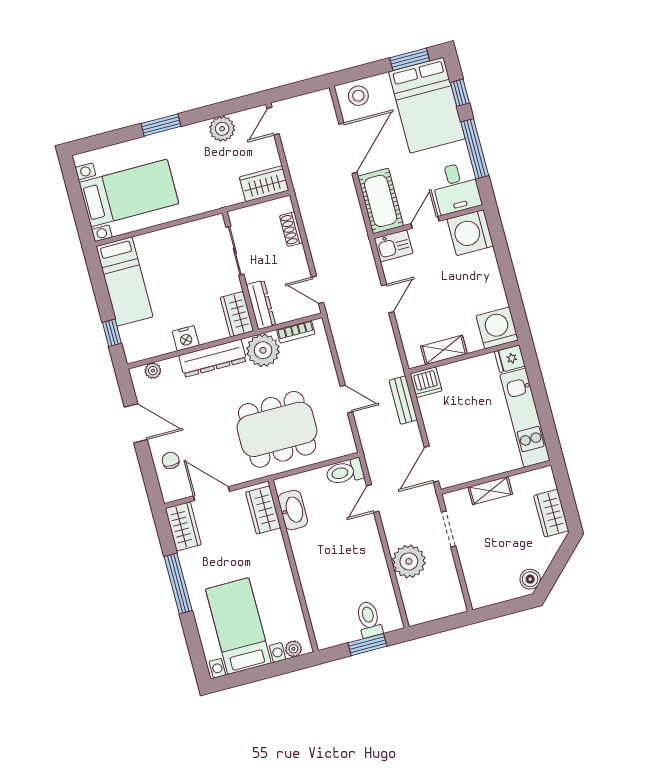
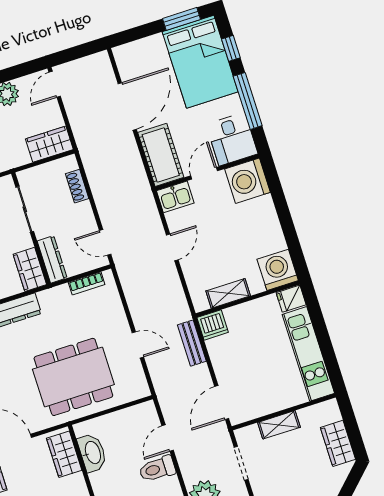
stool: (358, 96) -> (135, 56), removed
plant: (263, 350) -> (56, 302), removed
toilet: (345, 472) -> (157, 469), moved

